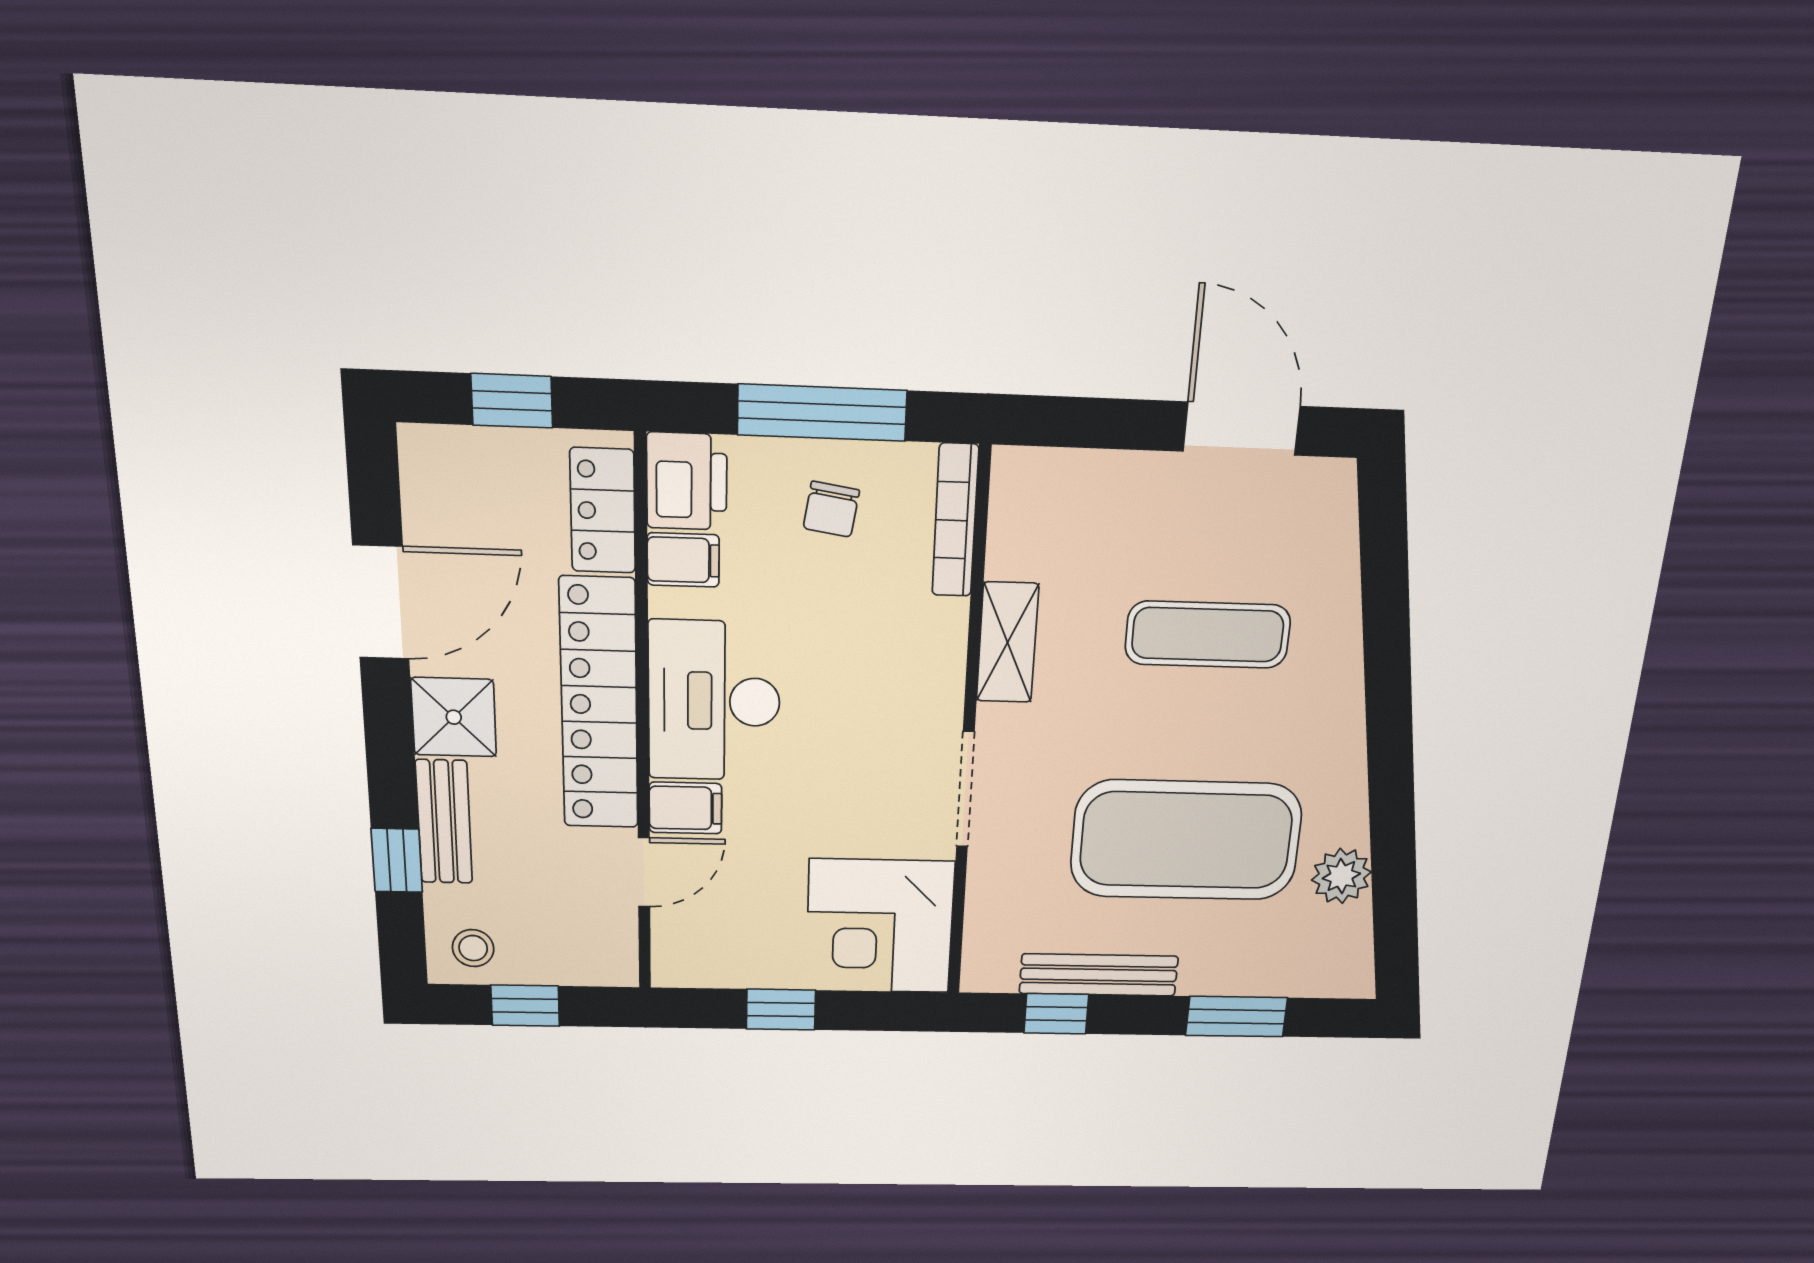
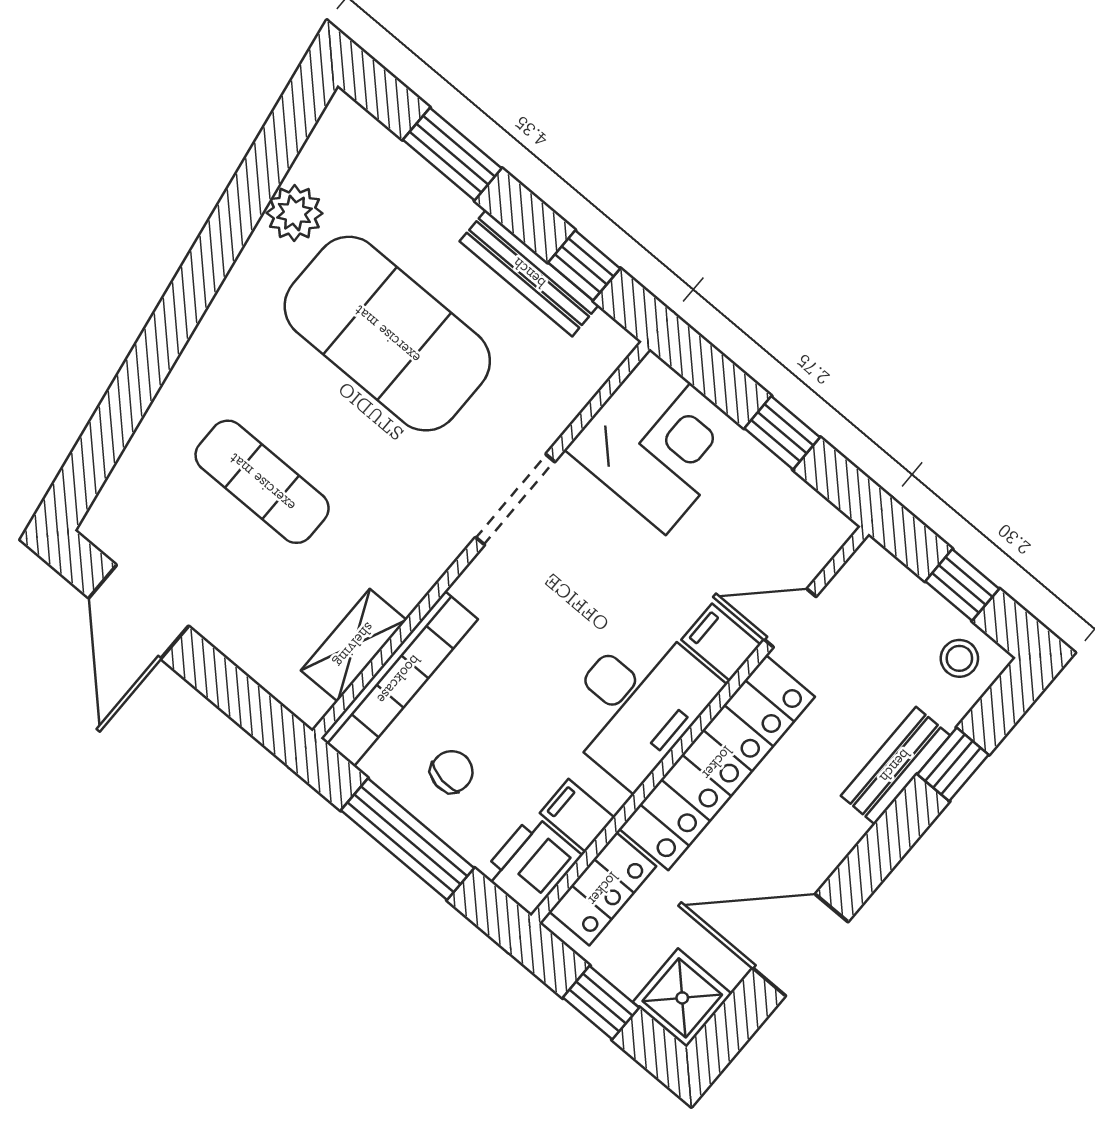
bookcase: (955, 520) -> (399, 679), width x1.48, depth x1.31
shelving: (1008, 643) -> (354, 645), moved
shower: (454, 717) -> (682, 998), moved

